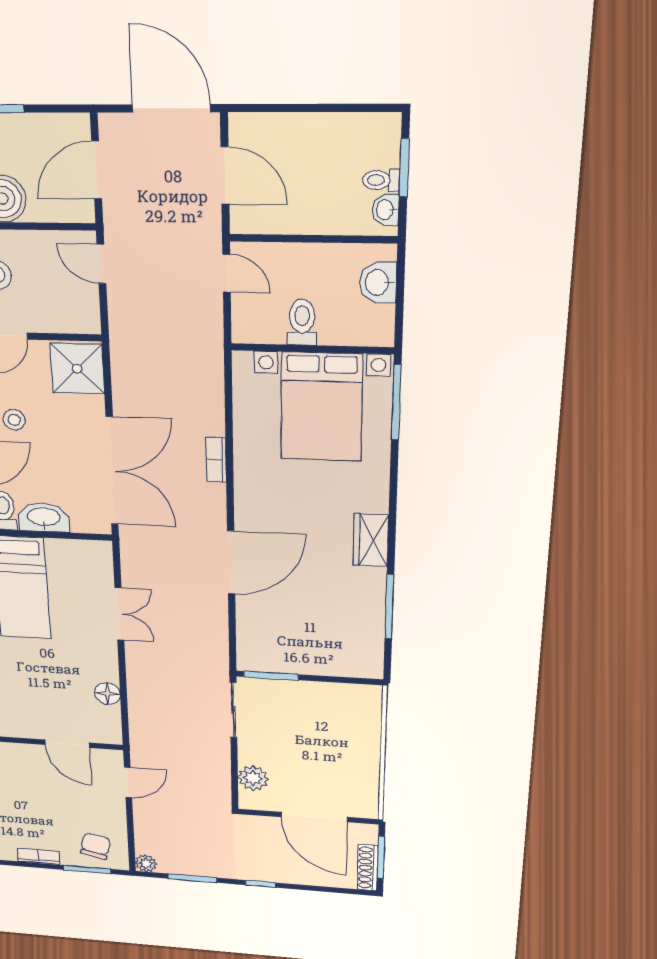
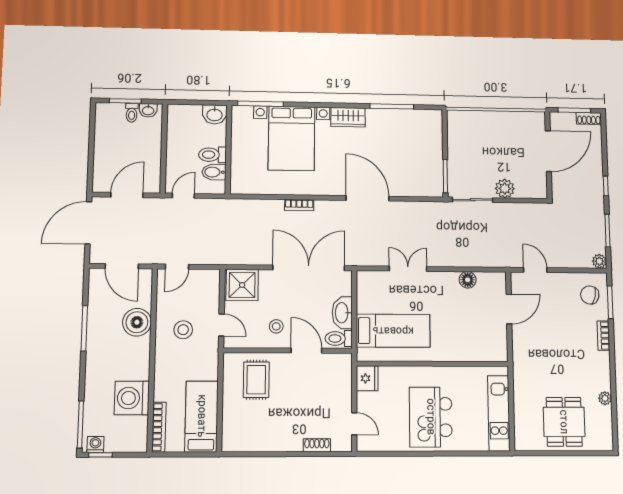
washbasin: (378, 283) -> (215, 114), moved
bidet: (270, 325) -> (214, 172), added
bed with nightstands: (321, 407) -> (292, 138), moved, turned 90
plant: (253, 778) -> (505, 189), moved
shoe rack: (368, 868) -> (589, 118), width x0.70

